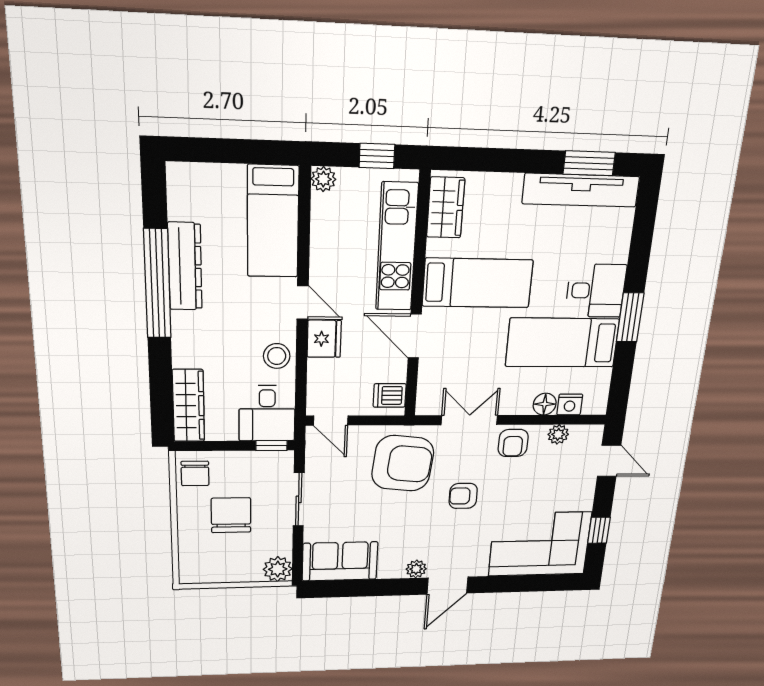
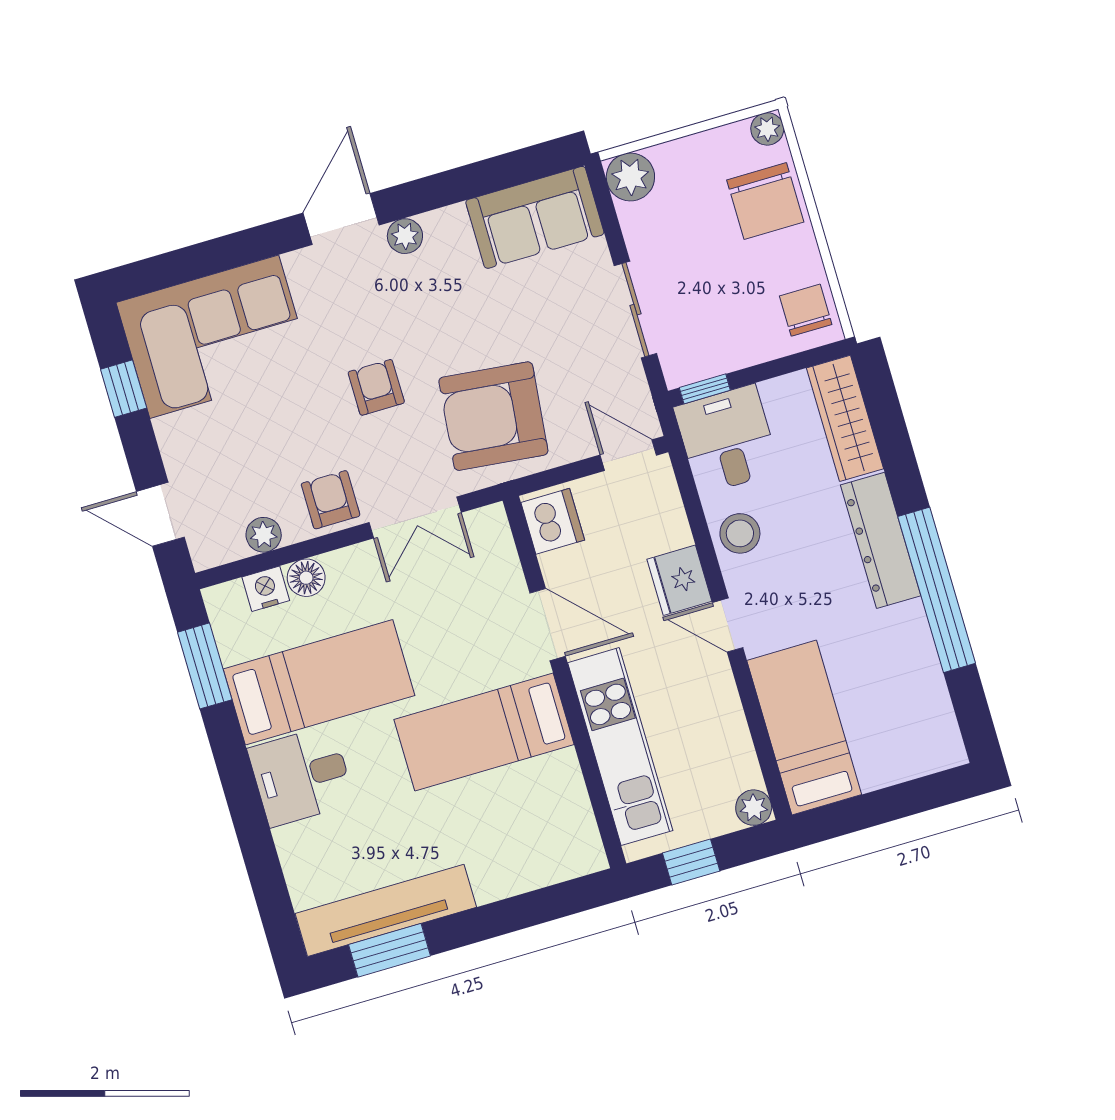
wardrobe: (446, 208) -> (571, 824), removed
dresser: (185, 266) -> (881, 540), moved
window: (630, 317) -> (205, 666), moved
dishwasher: (390, 395) -> (553, 521), width x1.38
armchair: (463, 496) -> (376, 387), turned -90
chair: (231, 515) -> (765, 201), moved
plant: (189, 575) -> (767, 129), added

